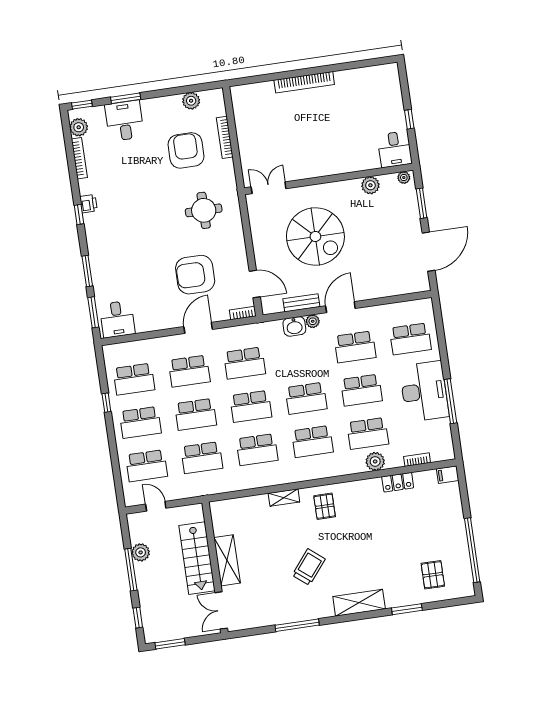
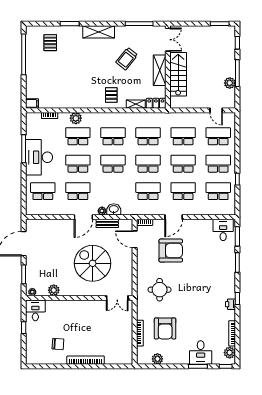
chair: (351, 101) -> (58, 344), added
locker: (398, 482) -> (156, 103), moved
stairs: (197, 558) -> (178, 74), moved
shelving: (227, 560) -> (160, 70), moved
wall: (215, 567) -> (168, 67), moved
double door: (221, 610) -> (168, 40), moved

